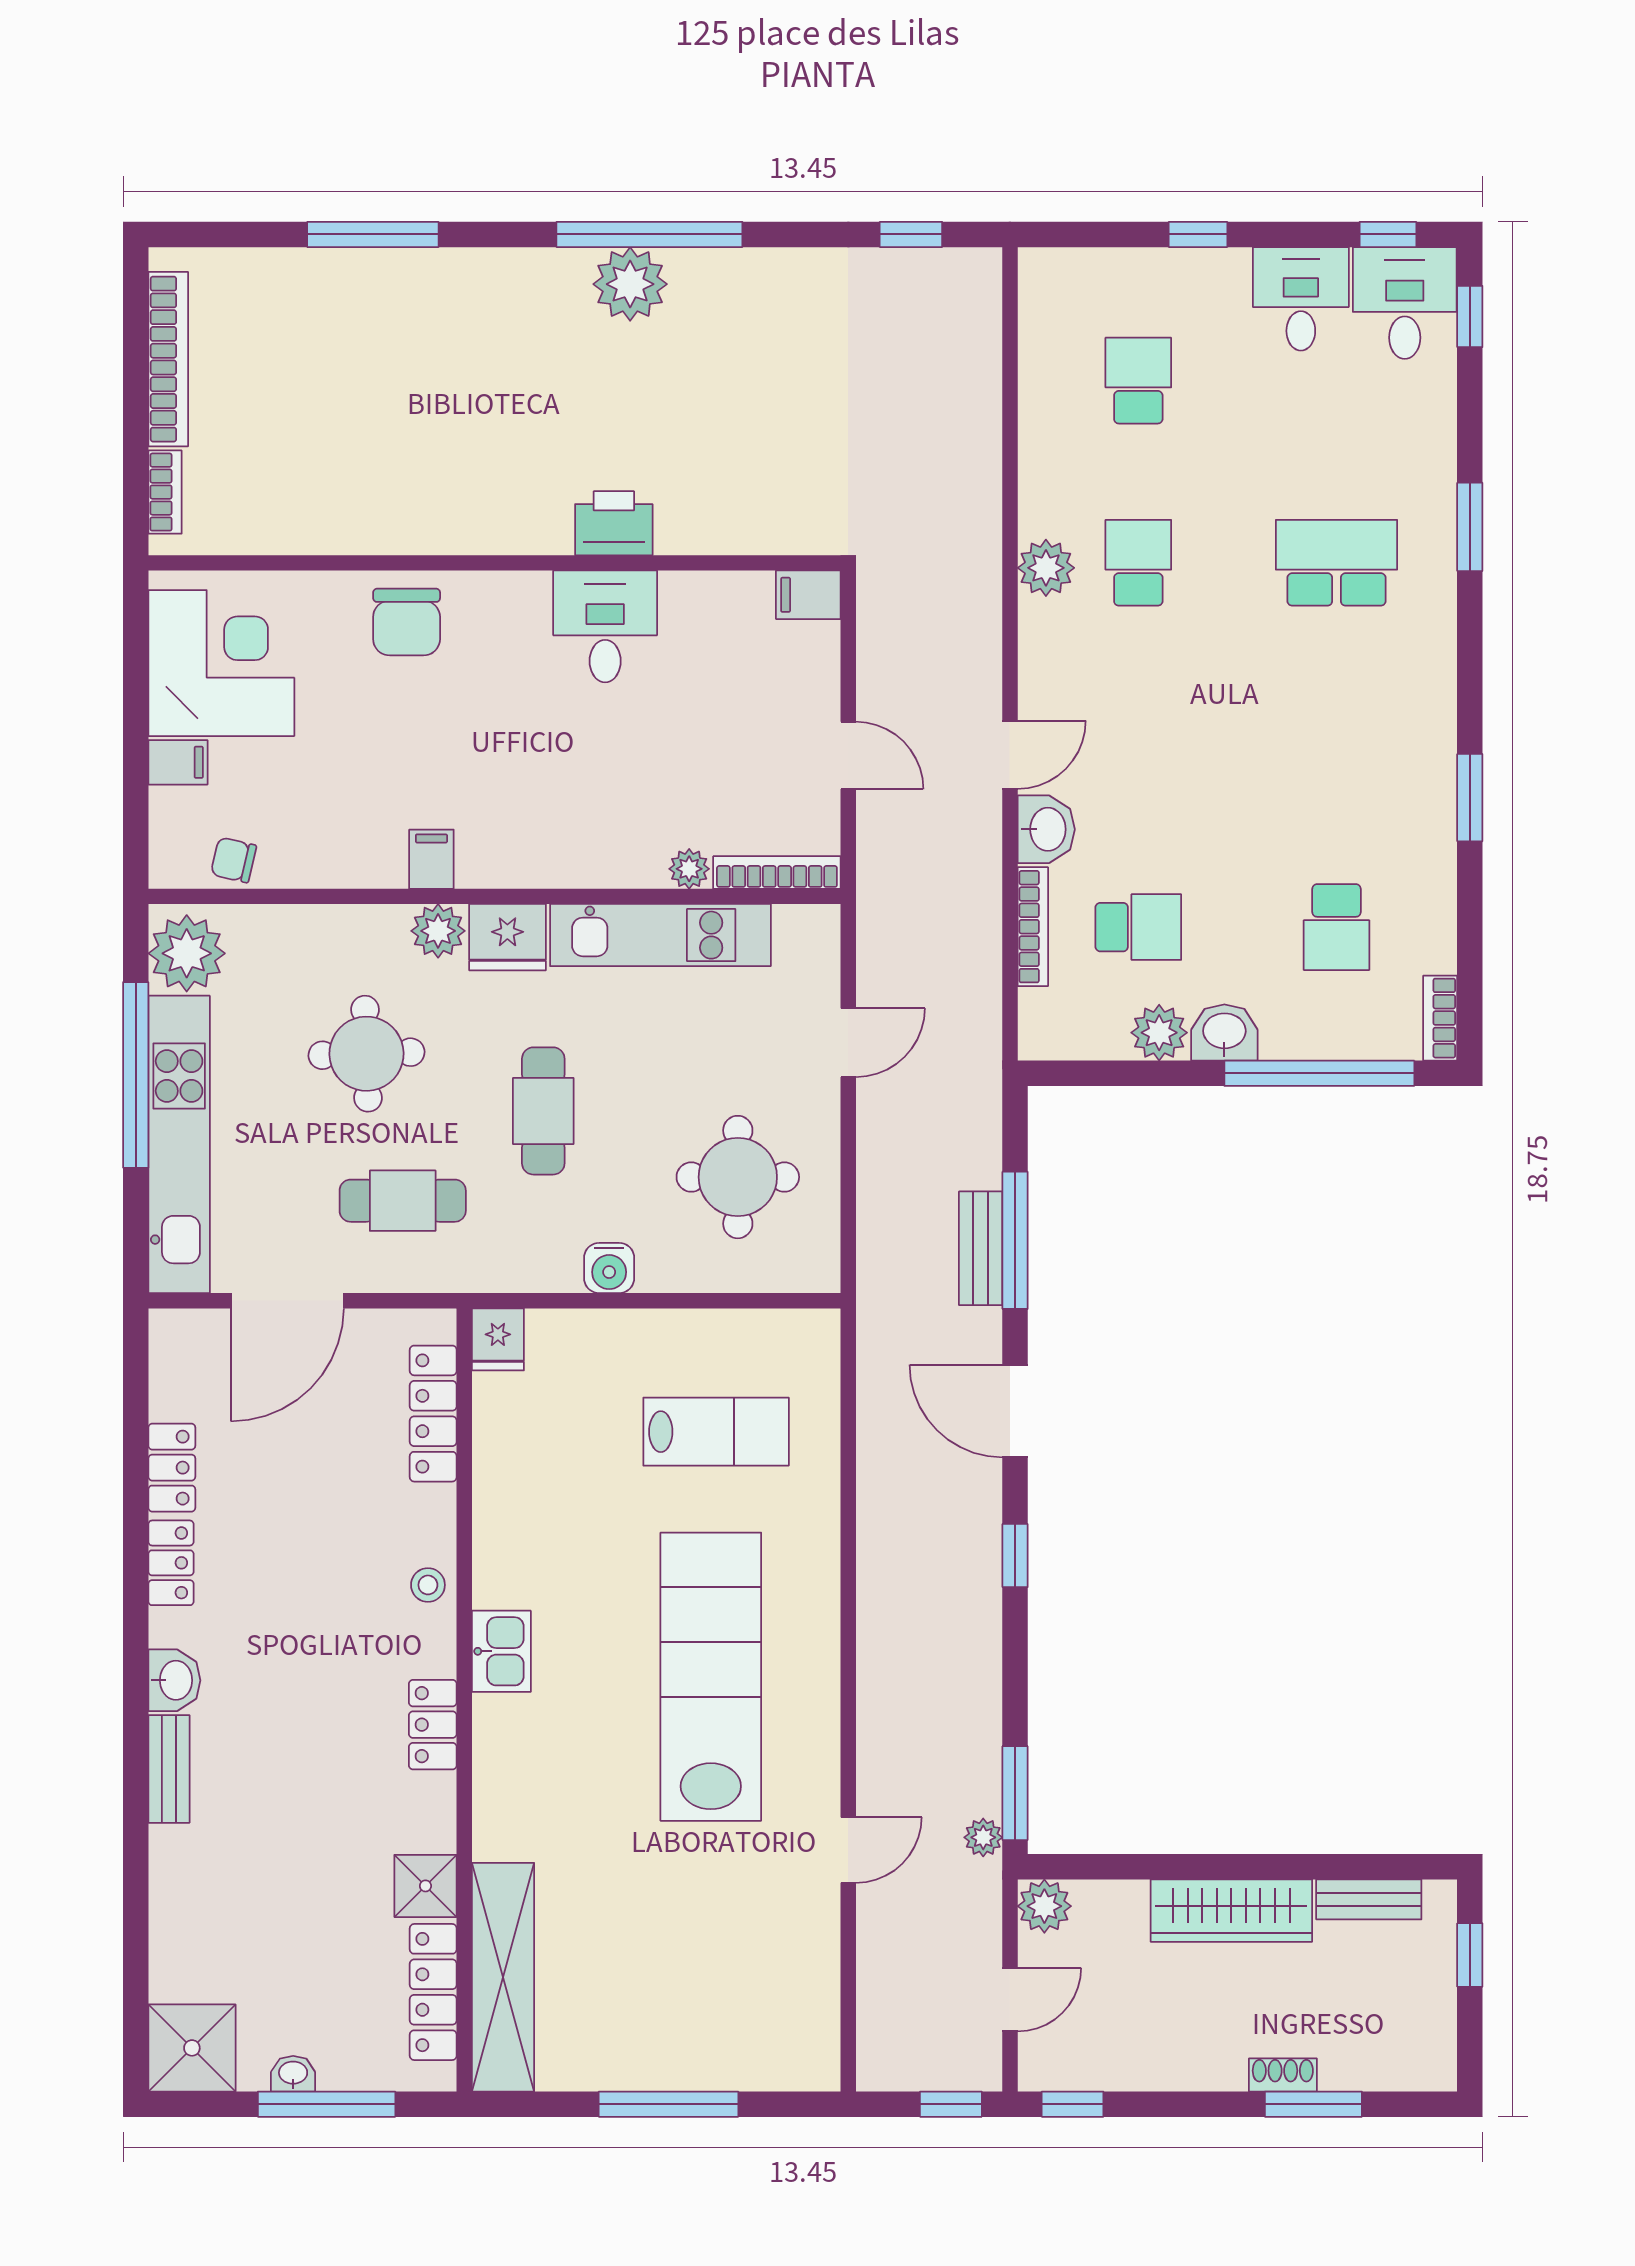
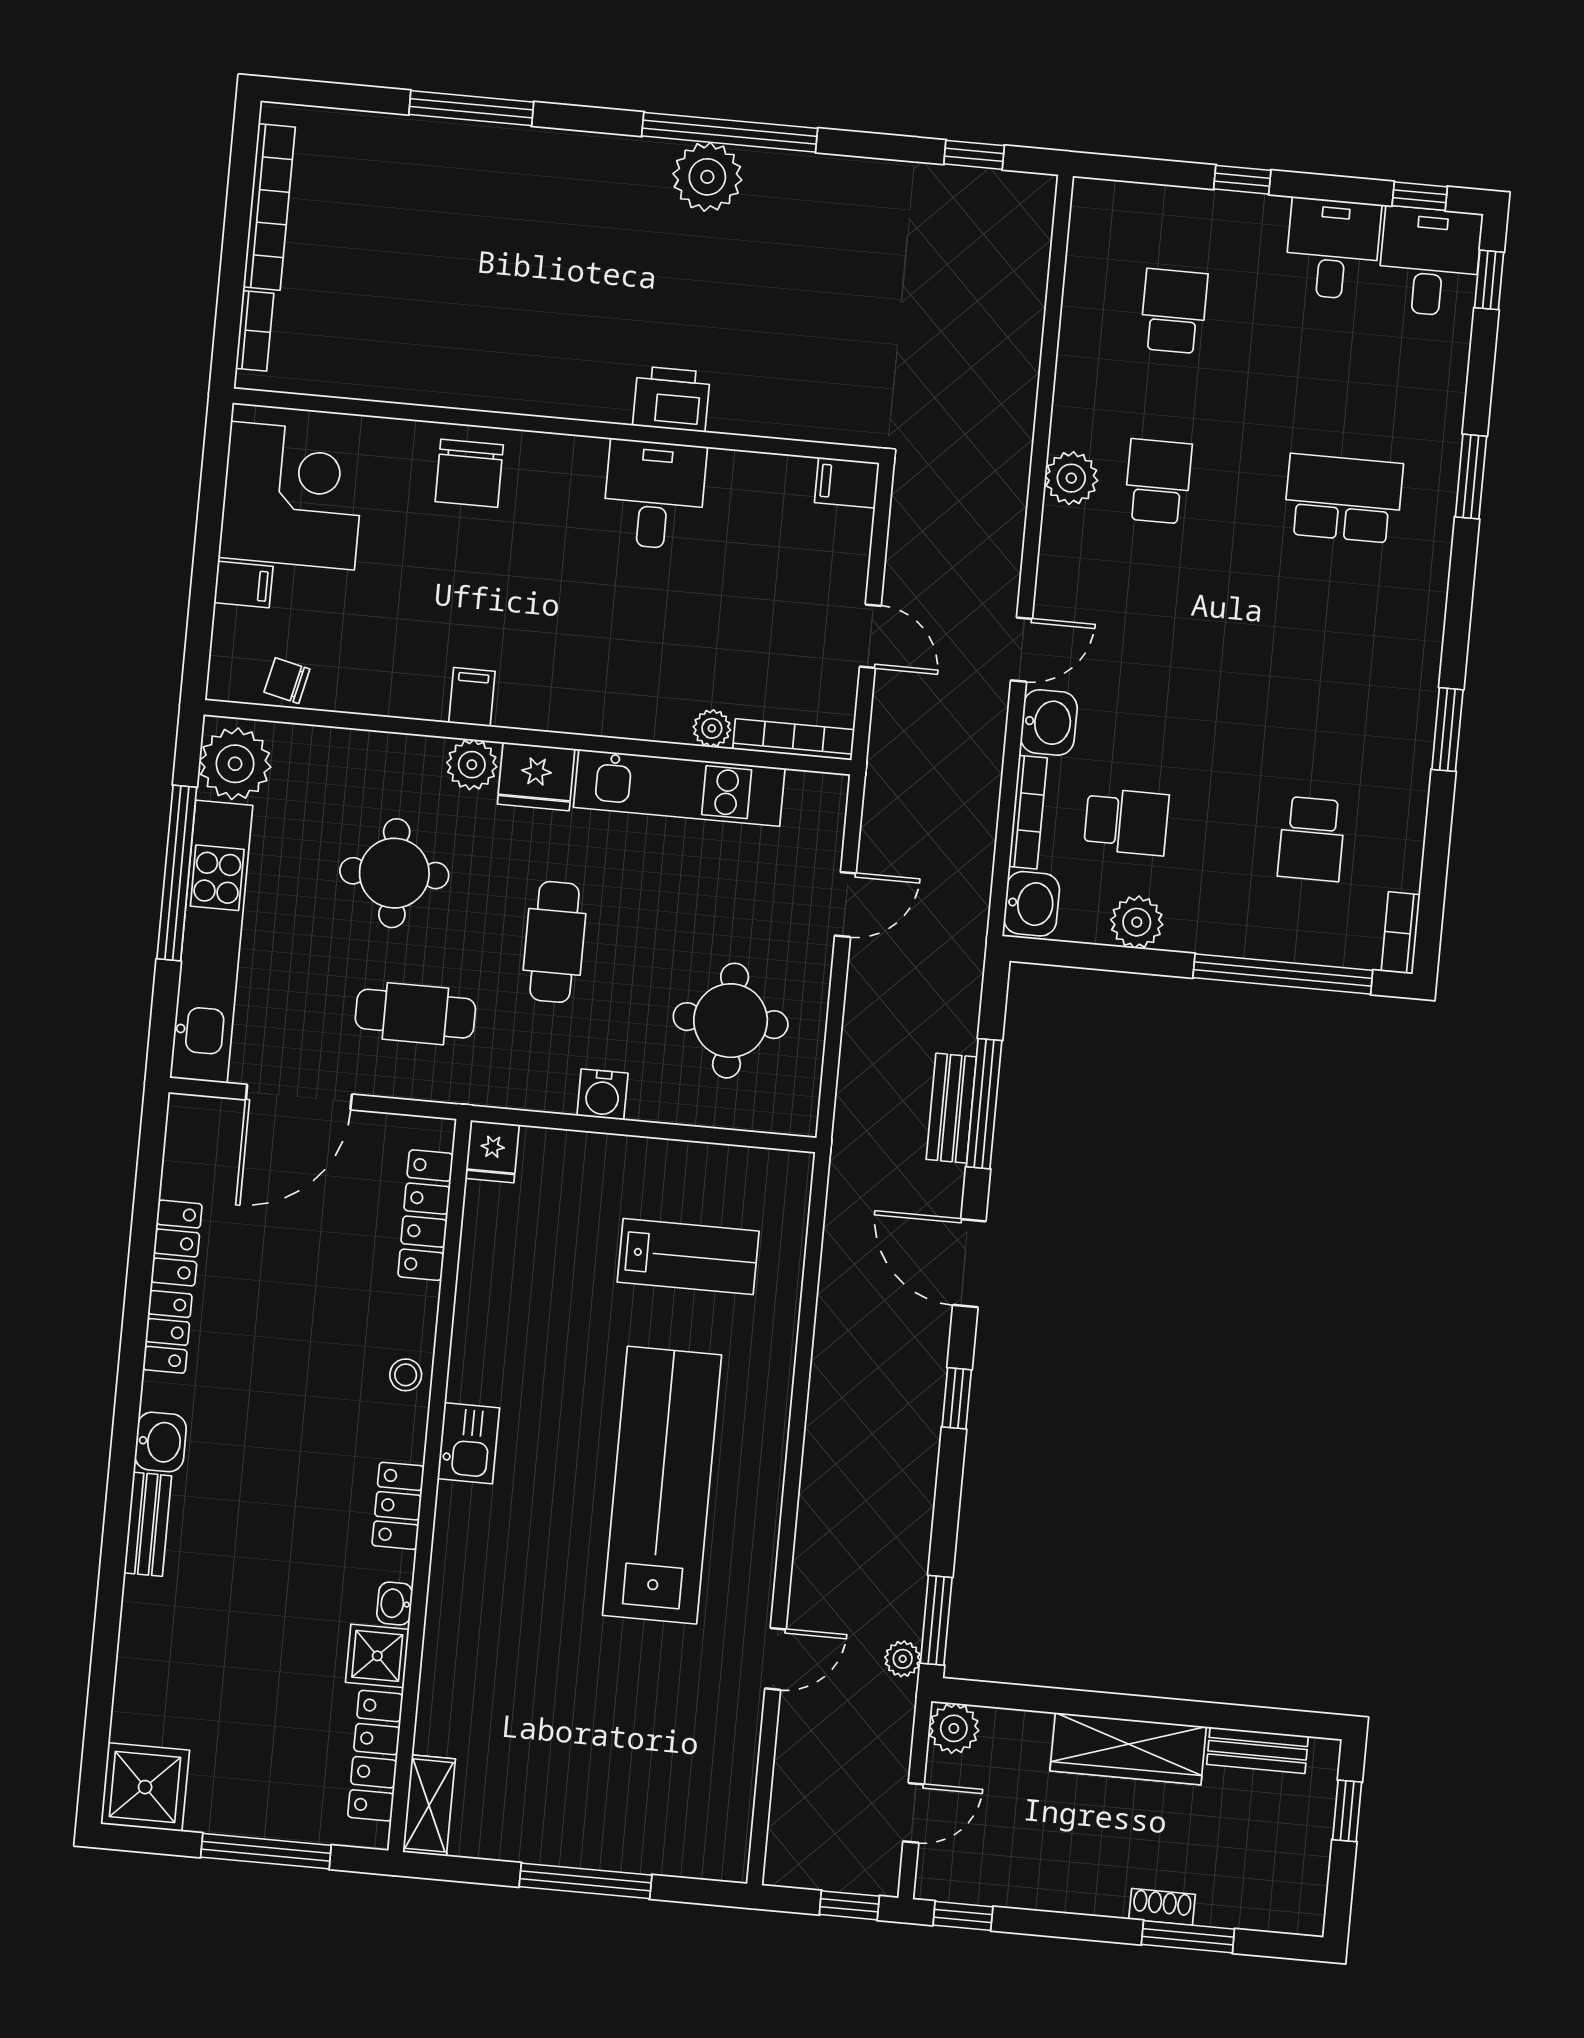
washbasin: (1224, 1033) -> (1032, 904), moved, turned 90
shelving: (503, 1977) -> (429, 1805), width x0.45, depth x0.75
washbasin: (293, 2074) -> (395, 1603), moved, turned -90

